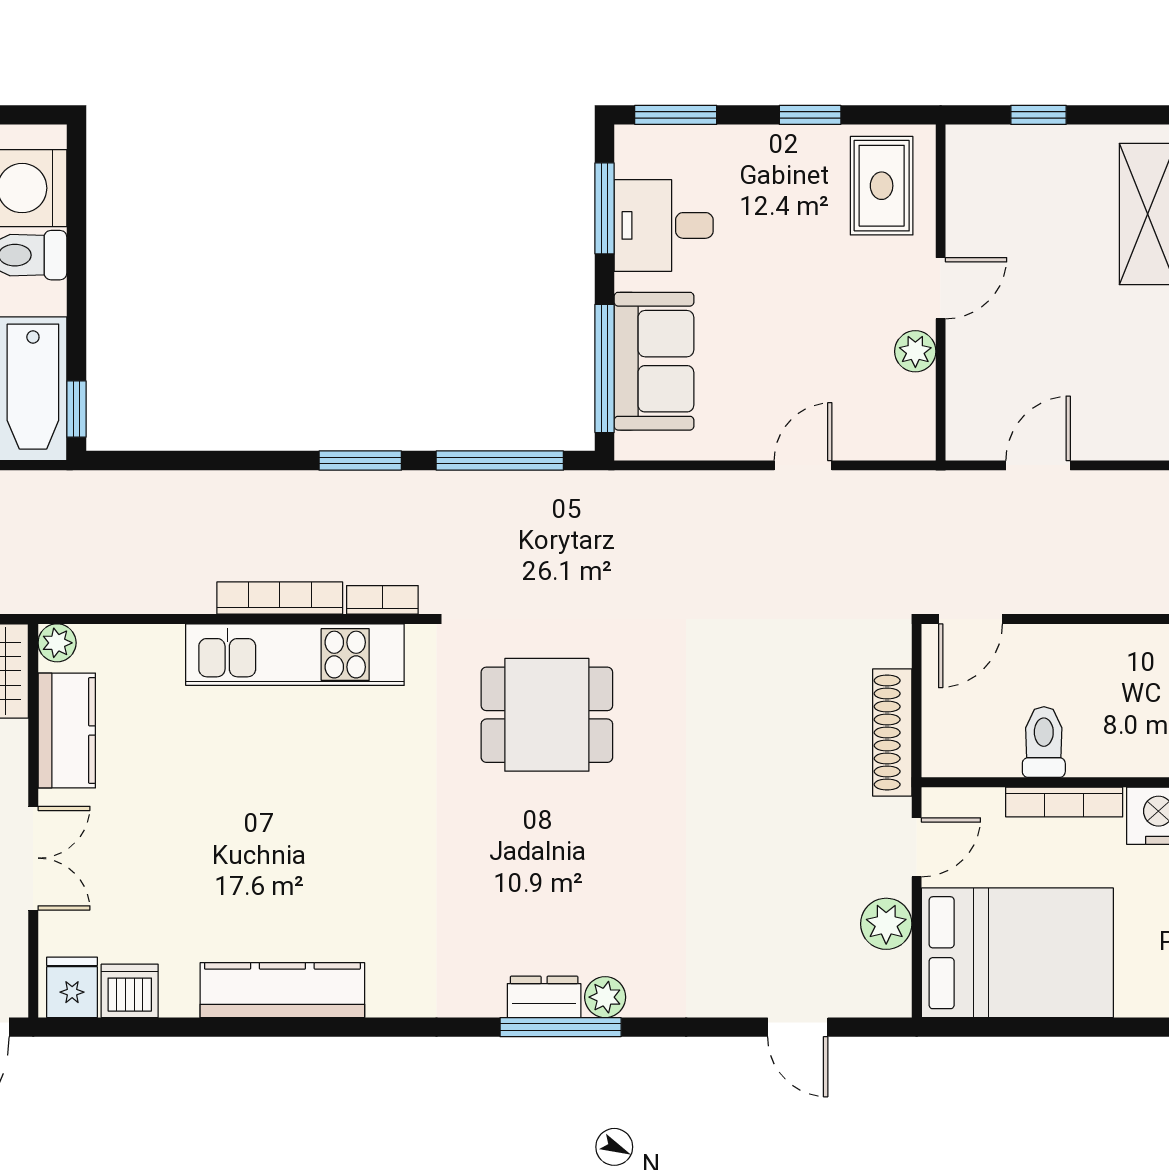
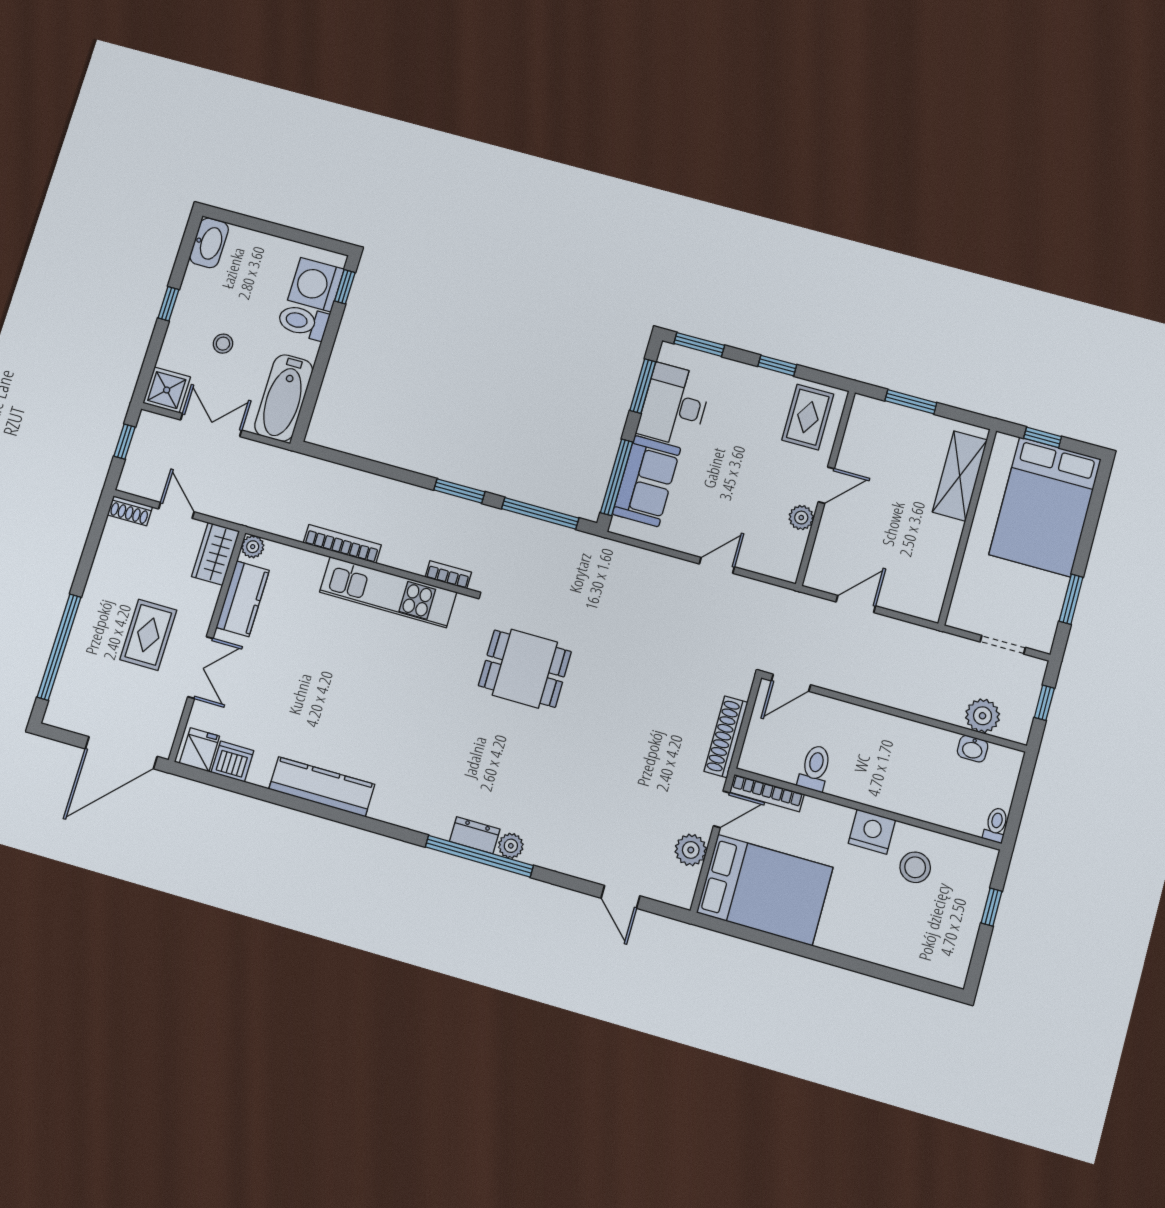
window: (1039, 115) -> (911, 402), width x1.50
desk: (664, 225) -> (674, 405), width x1.37
window: (76, 409) -> (345, 287), moved
bookcase: (280, 598) -> (342, 544), moved
bookcase: (1064, 802) -> (767, 793), moved
window: (561, 1027) -> (479, 856), width x1.46

